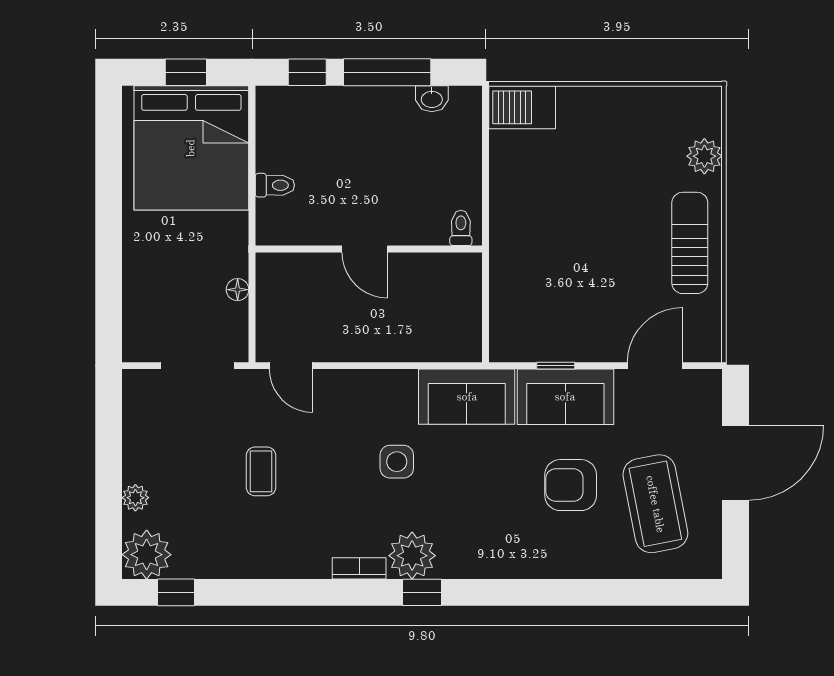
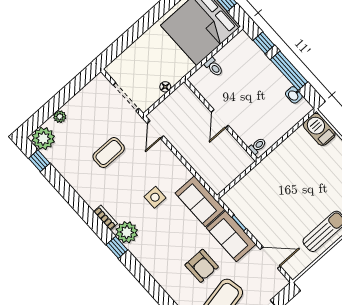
coffee table: (261, 471) -> (109, 152), width x1.36, depth x1.30
armchair: (571, 485) -> (202, 266), turned 180

